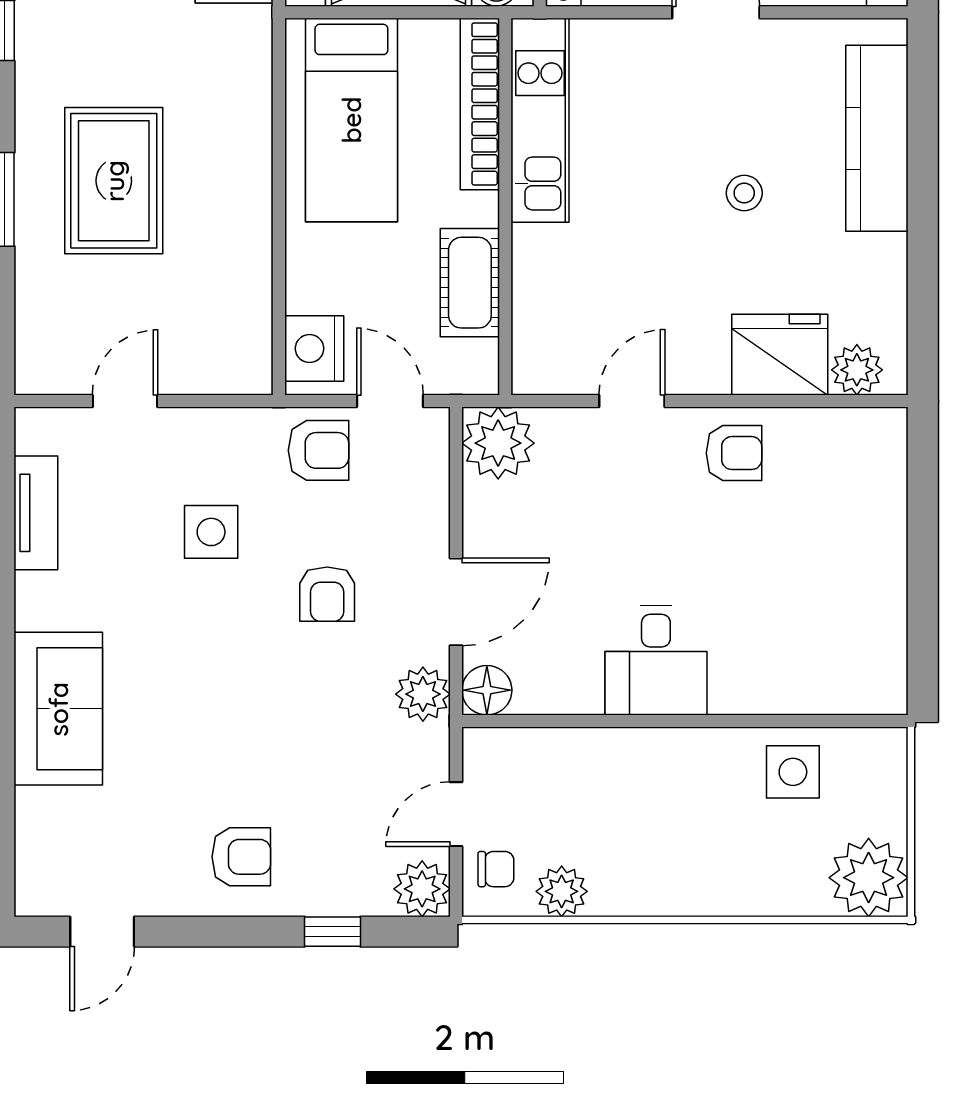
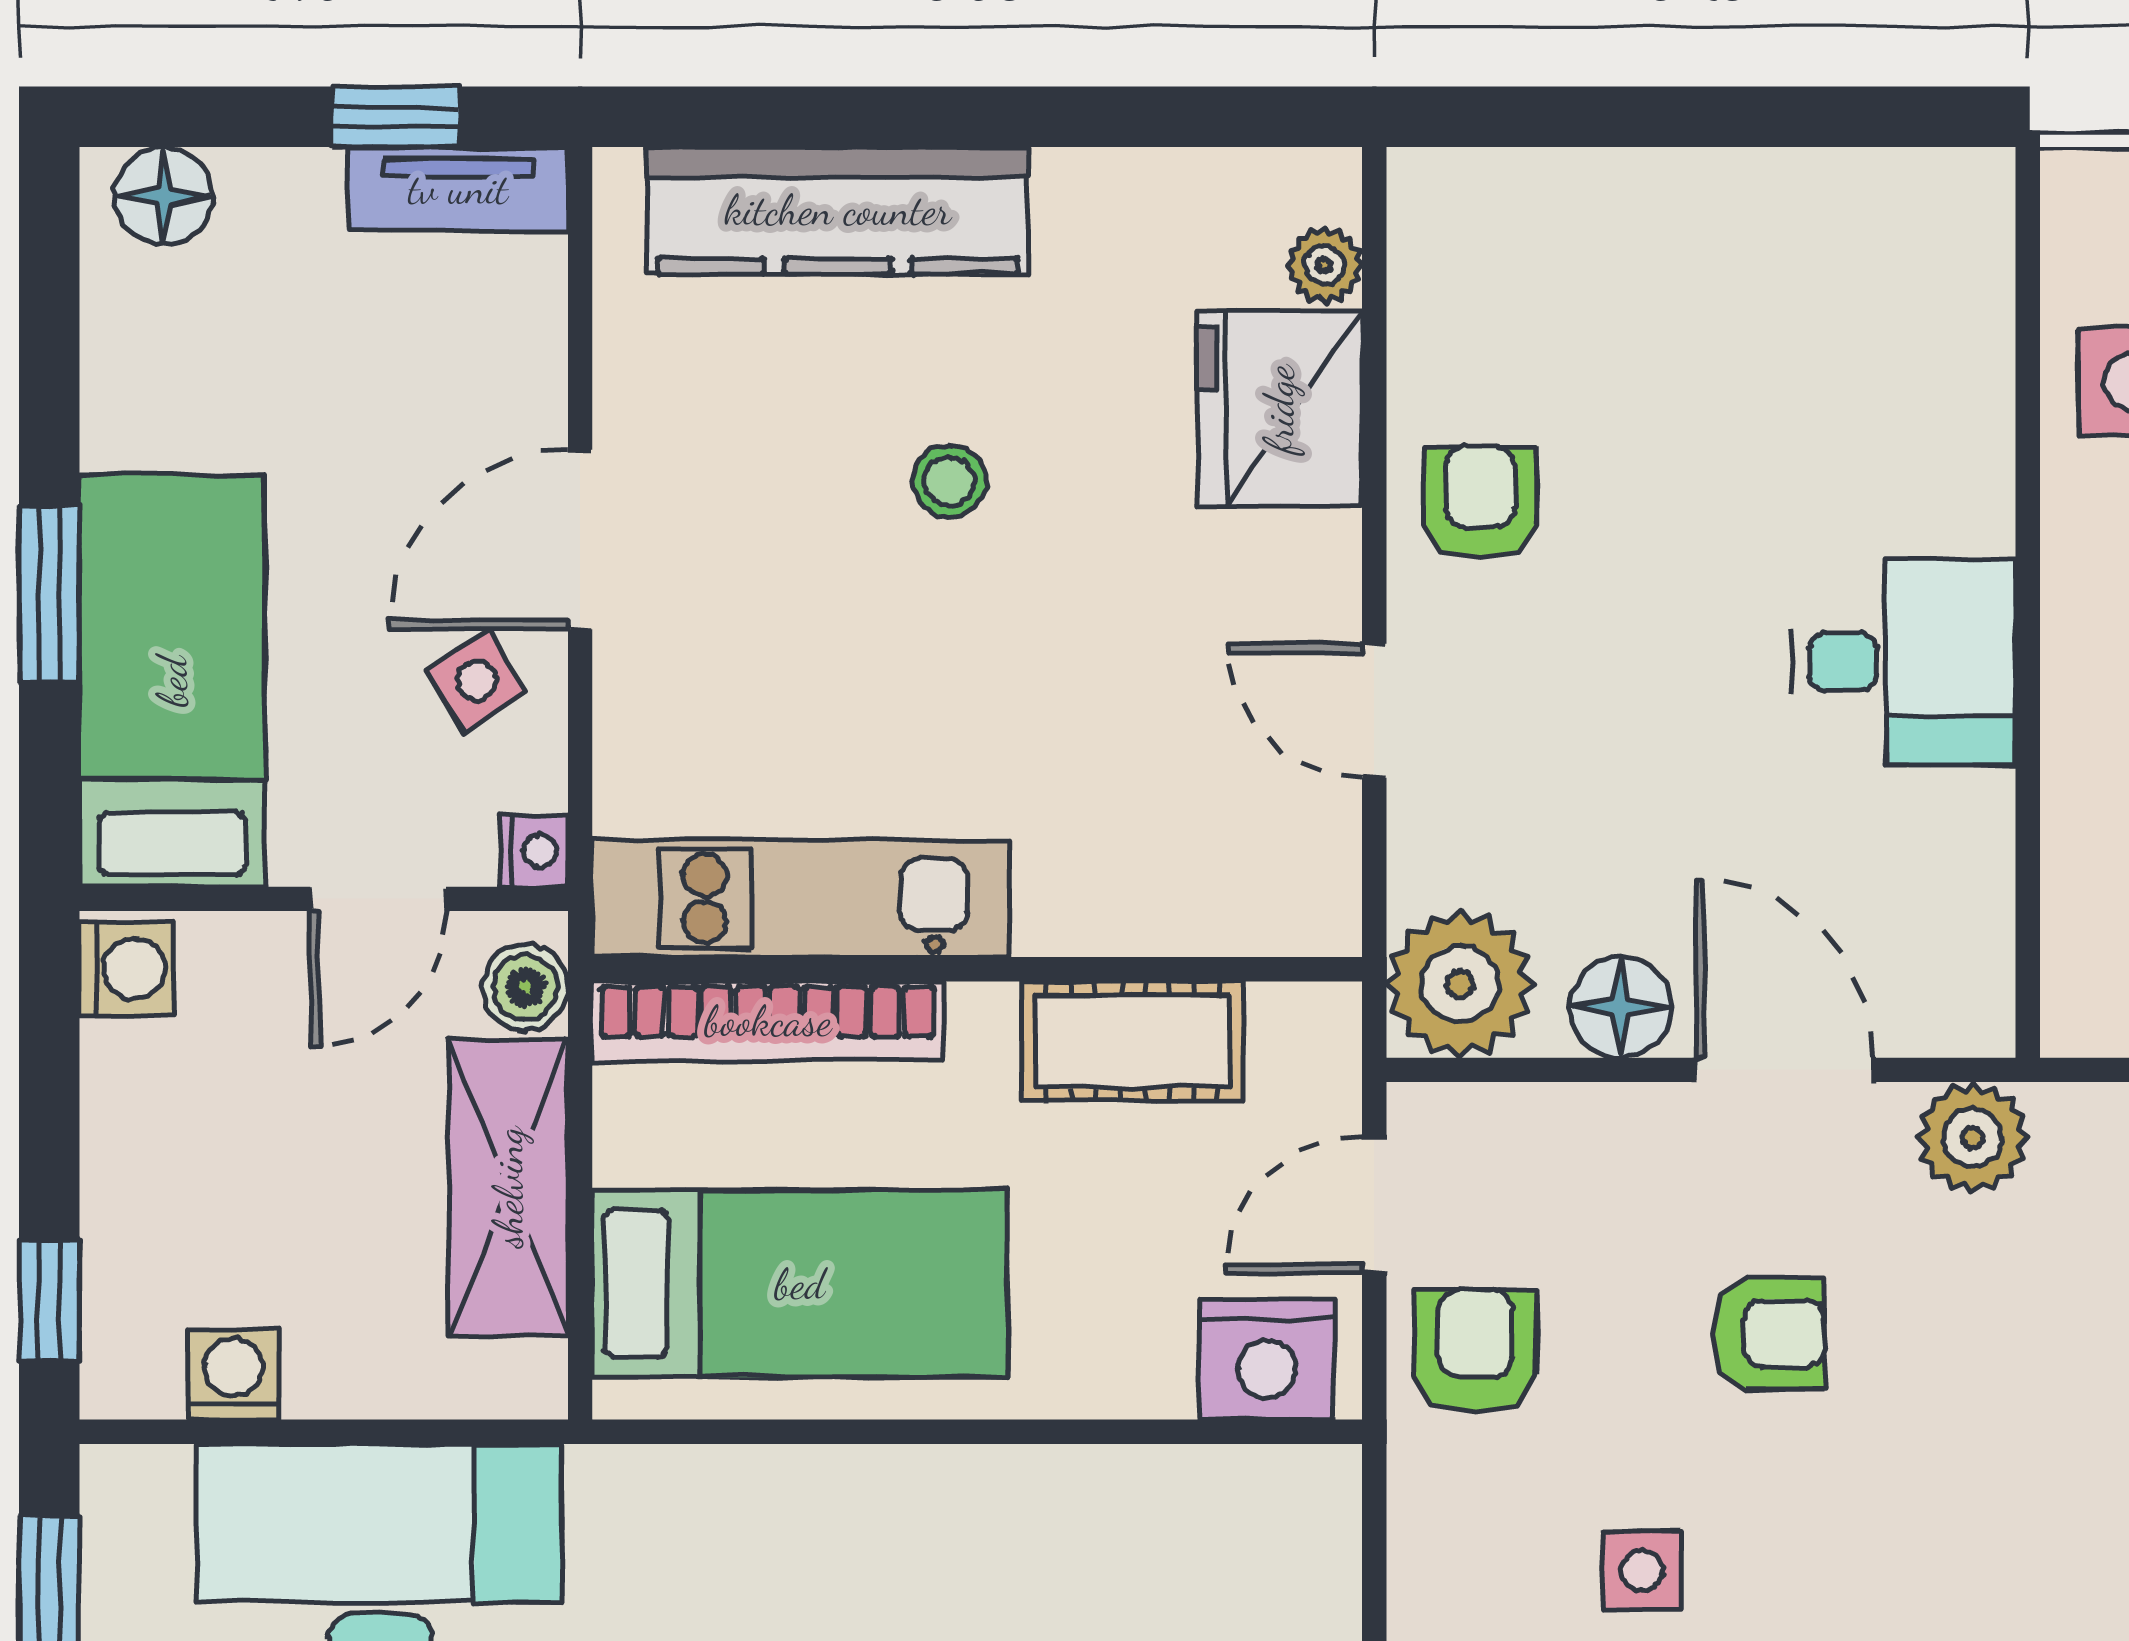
plant: (857, 370) -> (1325, 265), width x0.73, depth x0.73
side table: (211, 532) -> (1642, 1570), width x0.73, depth x0.73
floor lamp: (487, 690) -> (1621, 1007), moved

